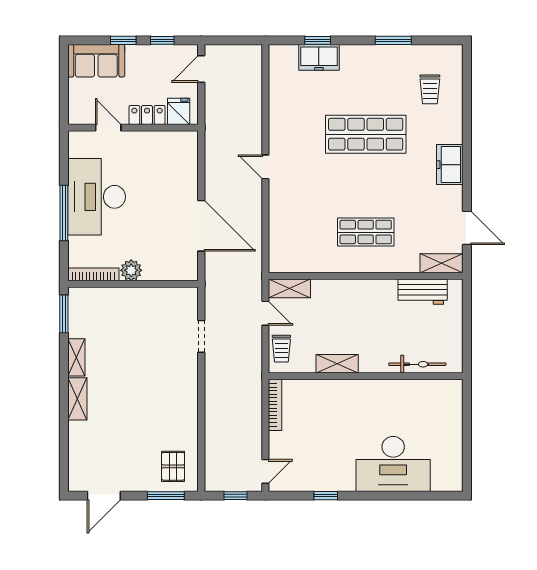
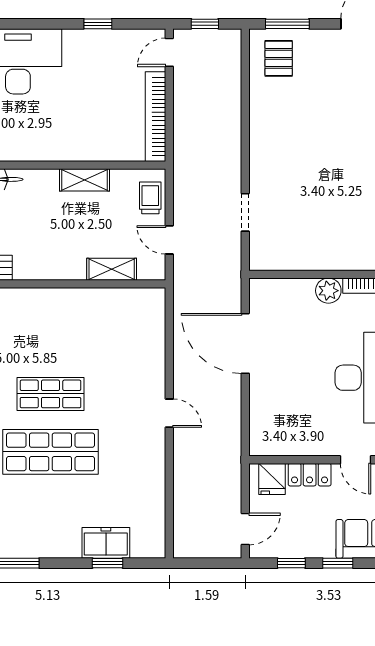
shop shelf: (366, 232) -> (51, 394), moved
shelving: (289, 288) -> (112, 269), moved
bookcase: (275, 405) -> (155, 117), width x1.48, depth x1.31

